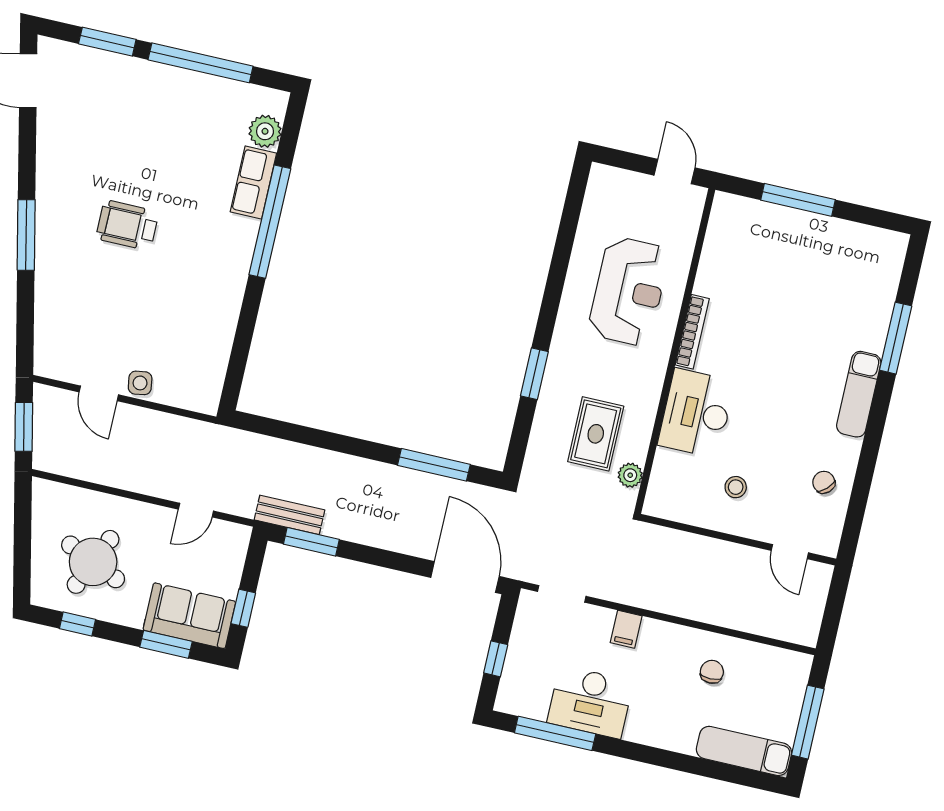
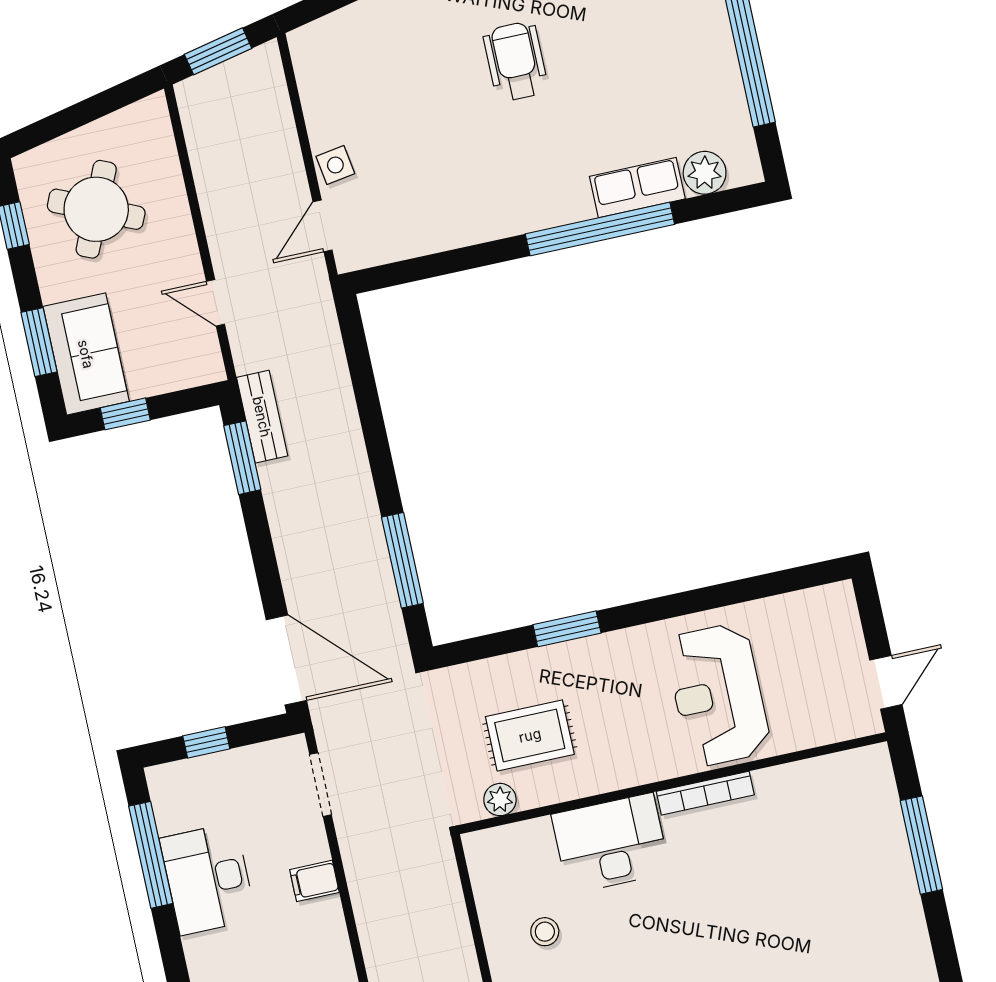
reception desk: (629, 291) -> (718, 695), turned 90
door: (99, 393) -> (323, 226), moved
door: (465, 577) -> (286, 660), hinge flipped

